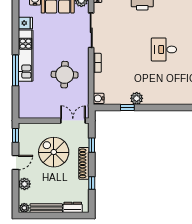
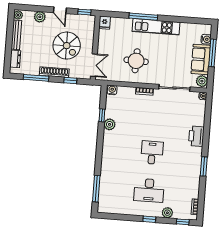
fridge: (25, 23) -> (105, 23), moved
spiral stairs: (54, 152) -> (67, 46), turned 90
window: (92, 183) -> (36, 78), width x2.17

